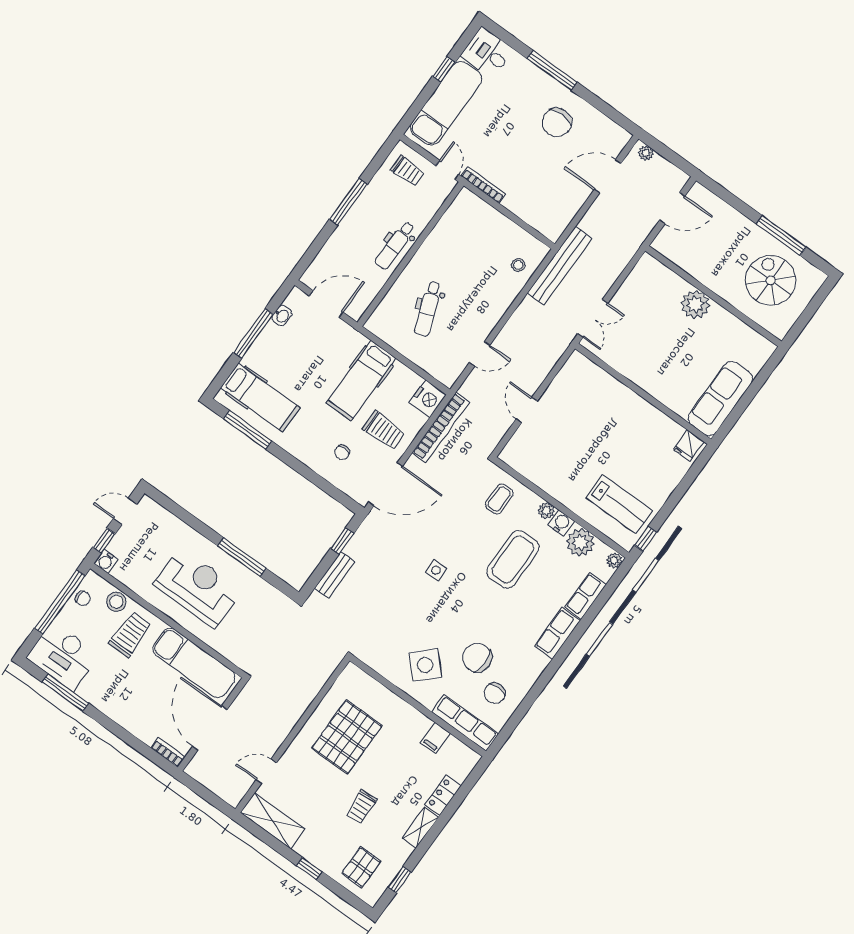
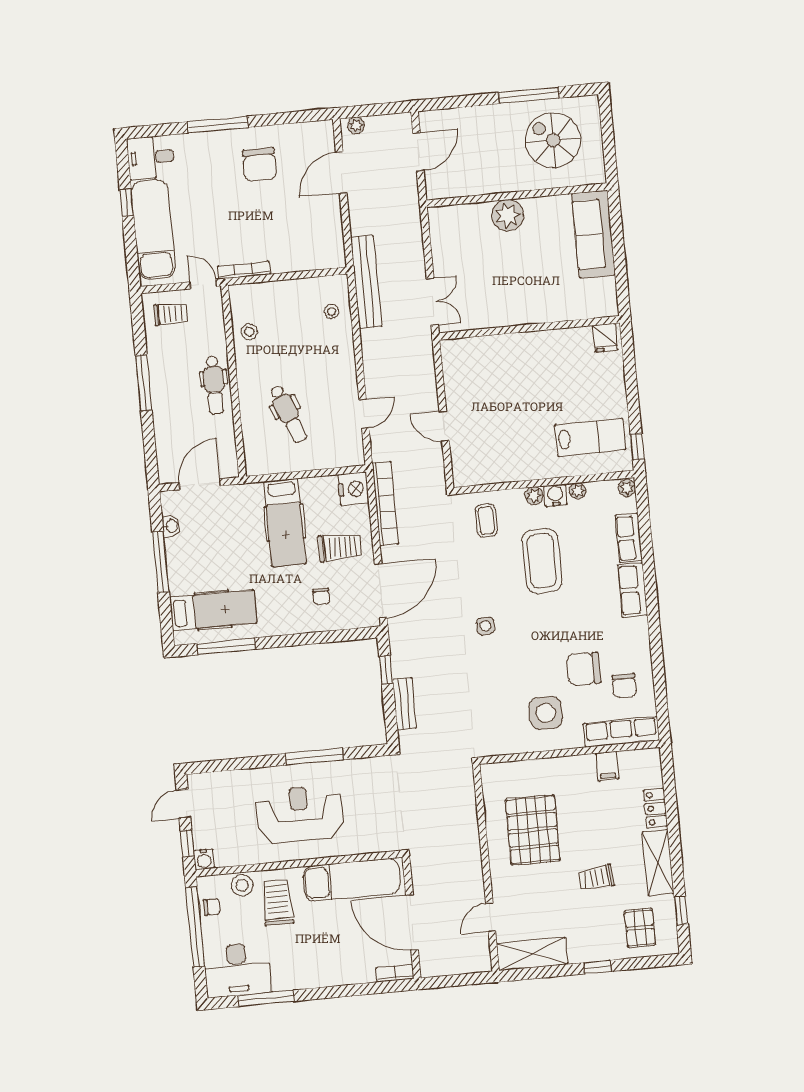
stool: (450, 230) -> (249, 332), added
sofa: (720, 398) -> (593, 234), moved
plant: (580, 542) -> (578, 491), width x0.53, depth x0.53
side table: (425, 665) -> (546, 713), turned 45
trolley: (361, 807) -> (596, 878), turned 89
shelving: (420, 828) -> (658, 863), width x1.50, depth x1.33

